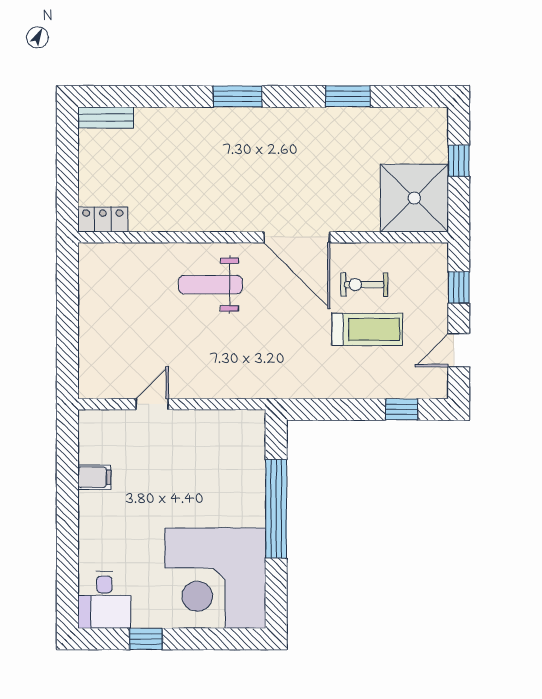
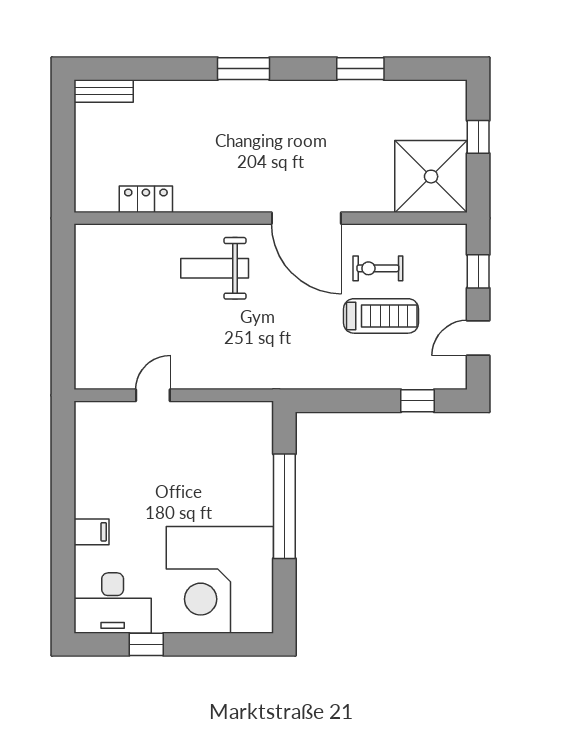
locker: (103, 219) -> (146, 199), moved
filing cabinet: (94, 477) -> (91, 532), moved
desk: (104, 600) -> (113, 603), width x1.37

